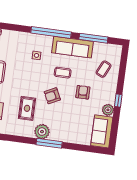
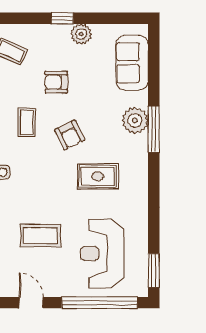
sofa: (102, 131) -> (132, 63), moved, turned 90
plant: (42, 132) -> (135, 120), moved

